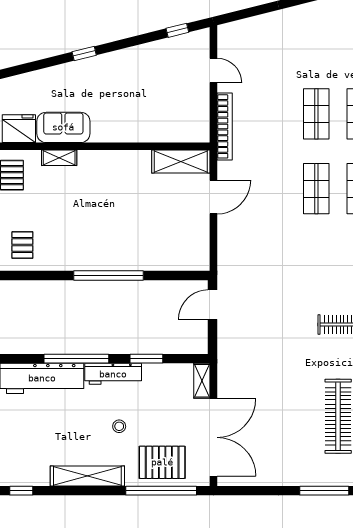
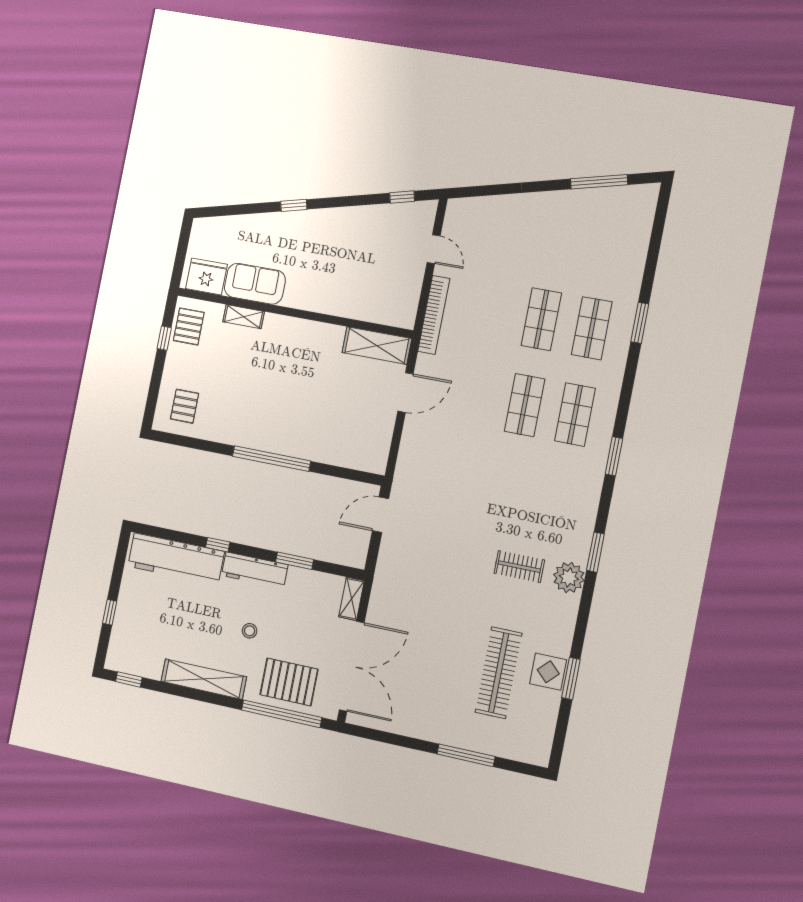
window: (76, 359) -> (218, 545), width x0.32

